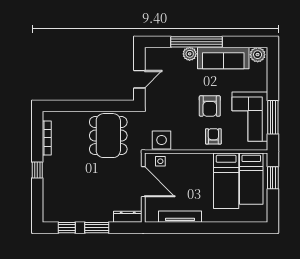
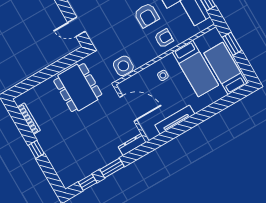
door: (139, 79) -> (76, 27), swing flipped
armchair: (213, 136) -> (164, 38), turned 90
side table: (160, 161) -> (163, 75), moved
bed: (251, 179) -> (225, 68), moved, turned 180

